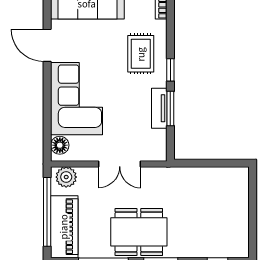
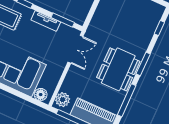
window: (170, 108) -> (63, 20), moved
double door: (120, 164) -> (75, 49), moved

